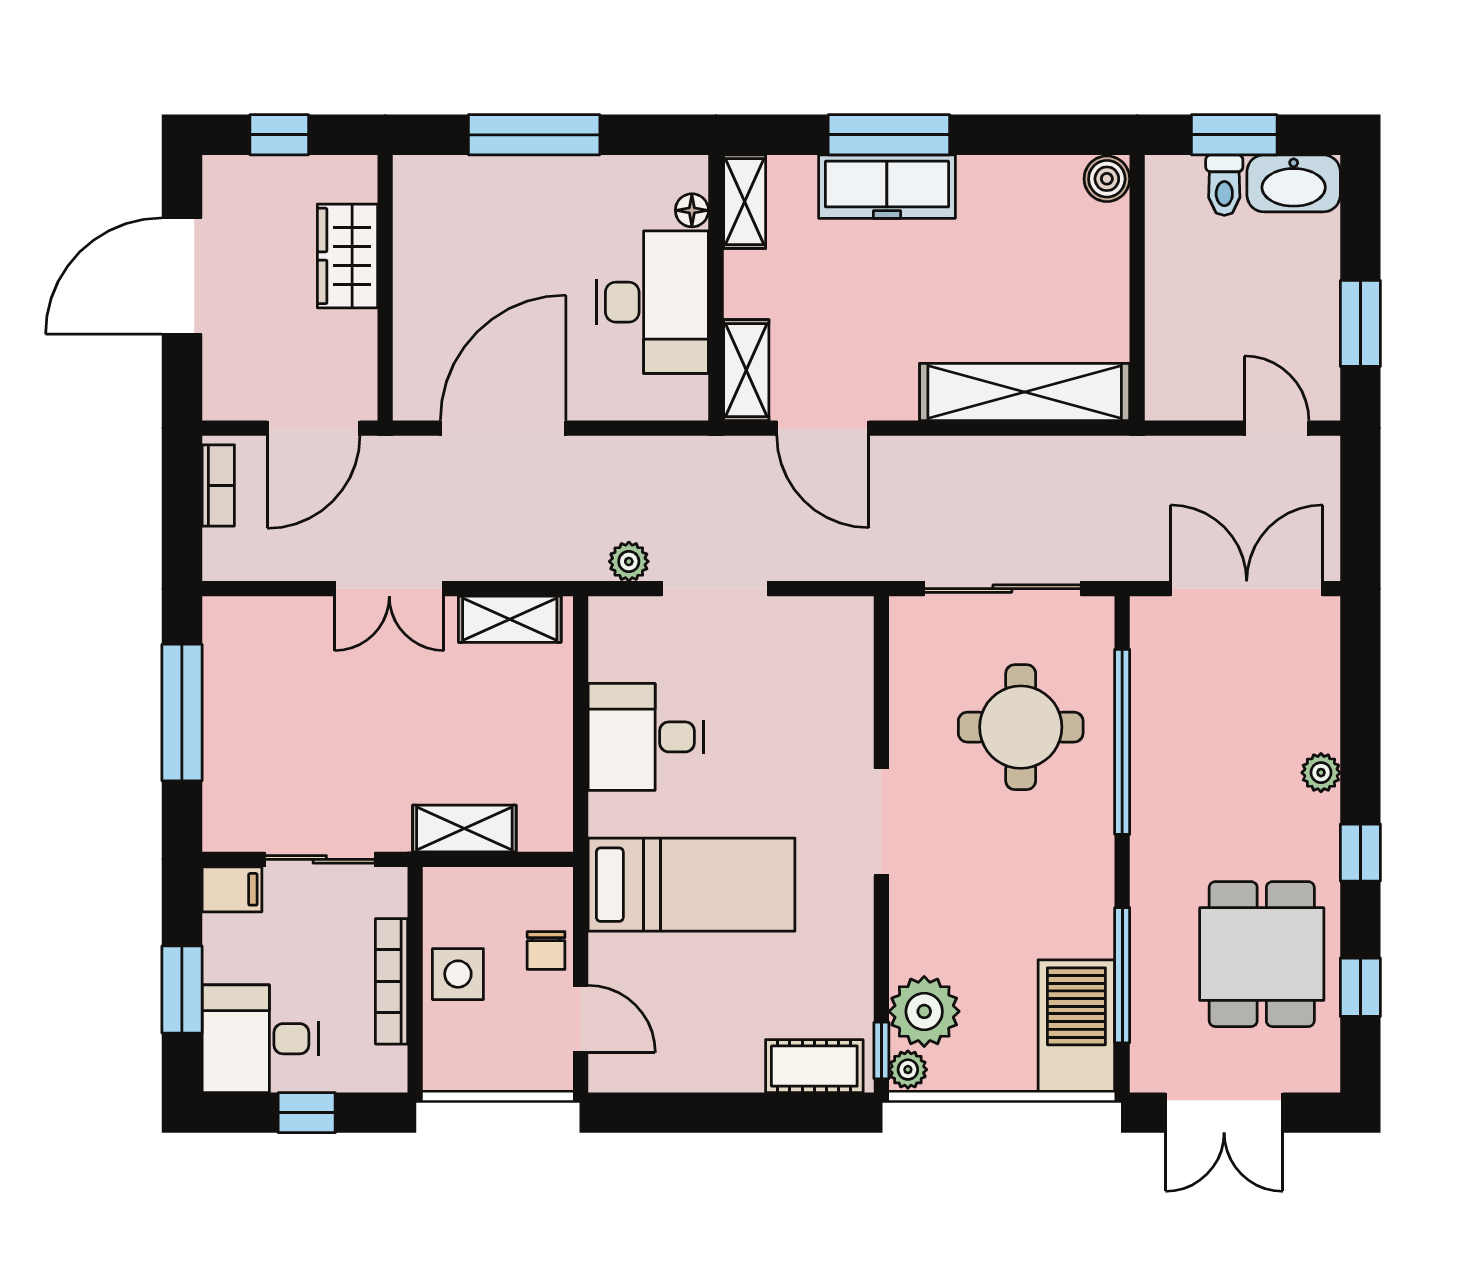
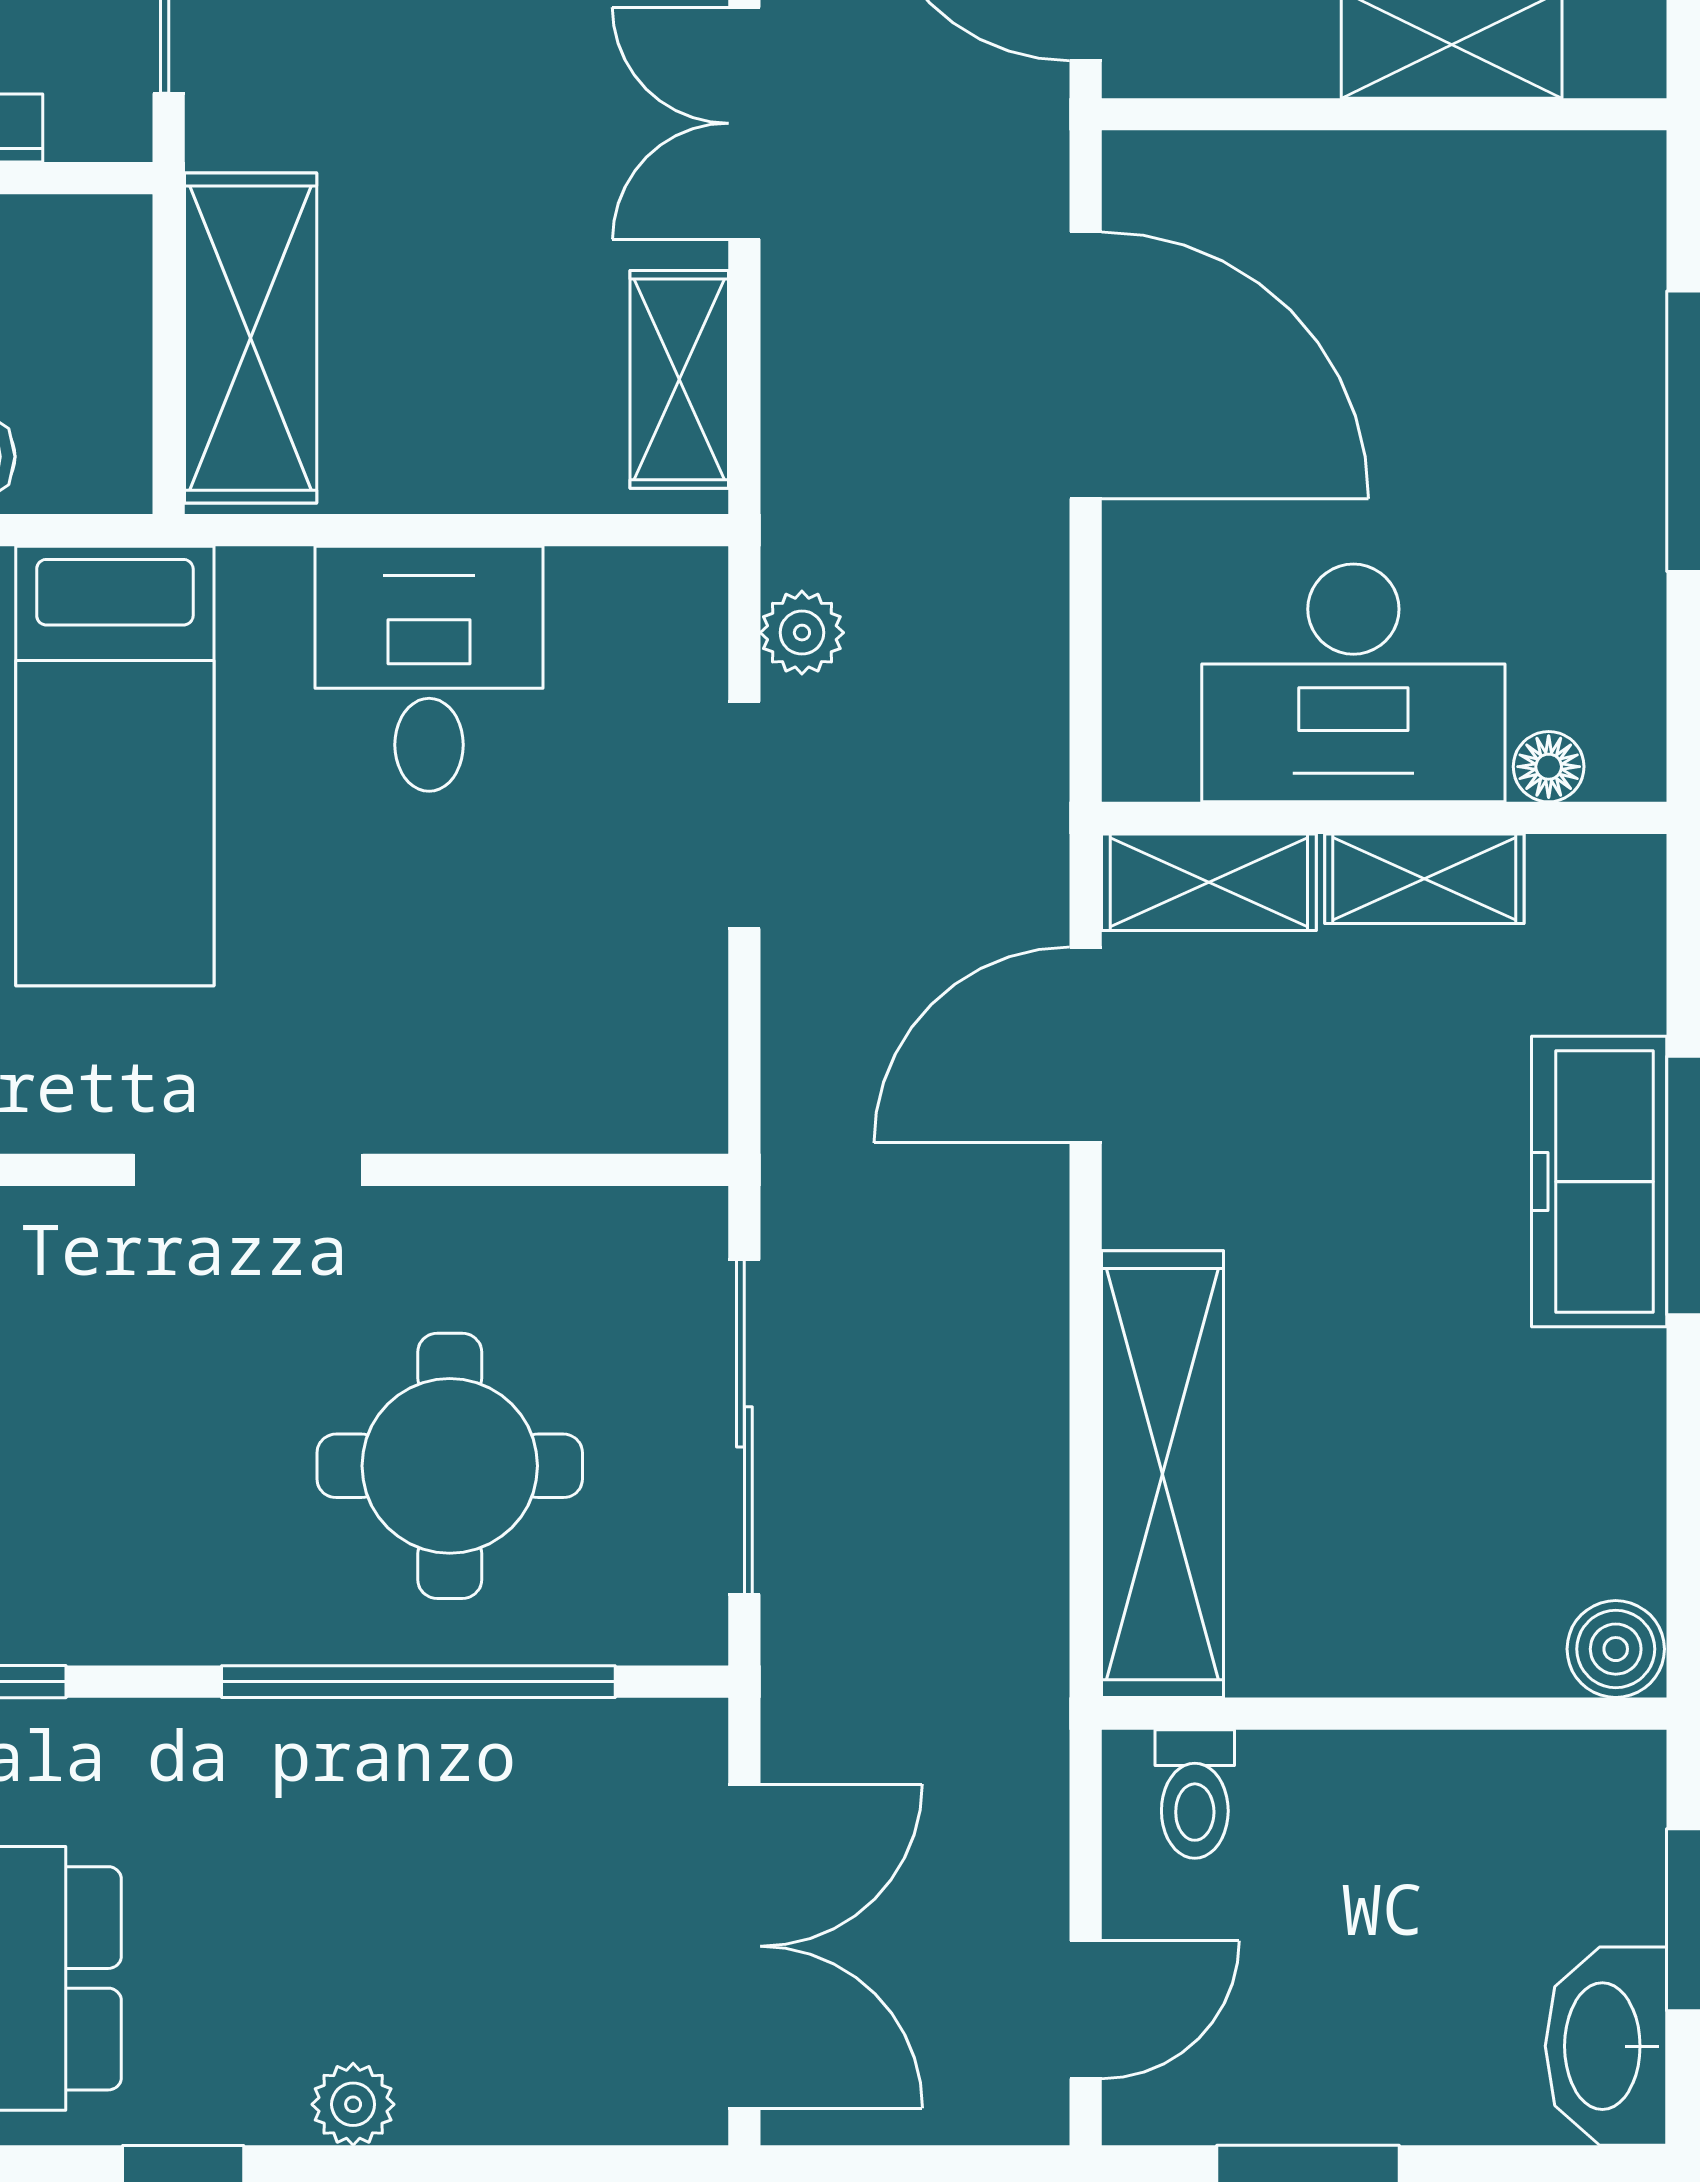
toilet: (1224, 185) -> (1195, 1794), moved, turned -90
shelving: (745, 202) -> (1424, 879), moved
shelving: (464, 829) -> (251, 338), width x1.50, depth x1.33

